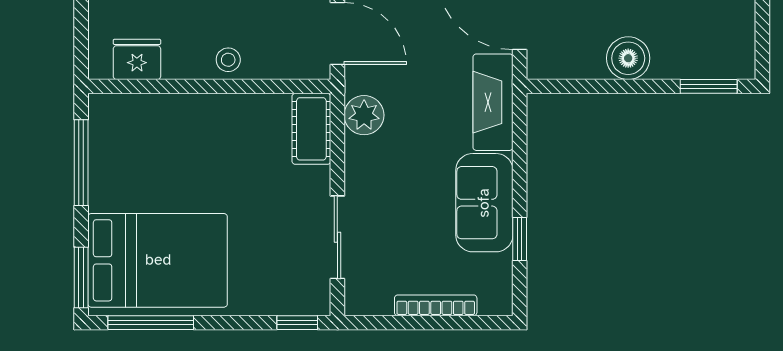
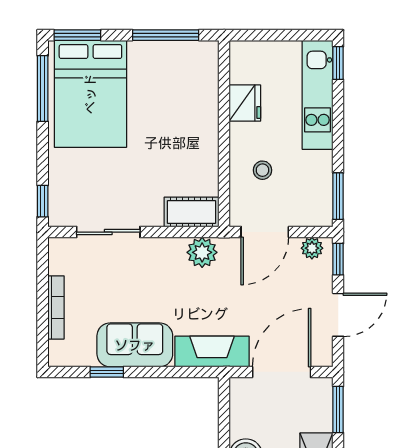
fridge: (137, 59) -> (245, 103), moved
stool: (228, 60) -> (262, 170), moved

